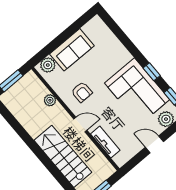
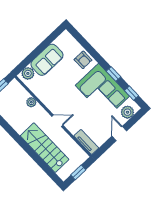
armchair: (82, 92) -> (83, 60), moved
tv unit: (105, 142) -> (86, 142), moved
door: (154, 144) -> (119, 133), hinge flipped

